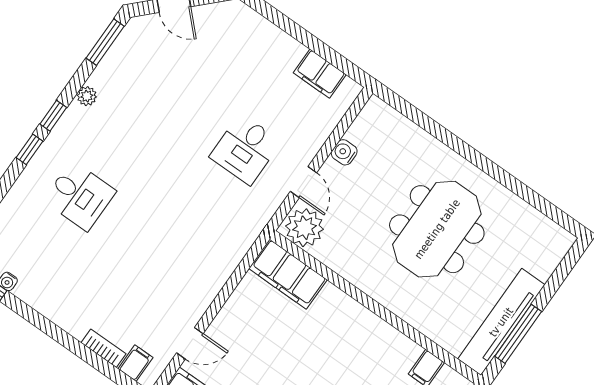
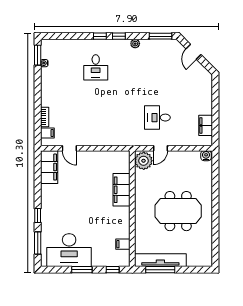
water cooler: (344, 152) -> (206, 156), moved
filing cabinet: (288, 274) -> (122, 190), moved

